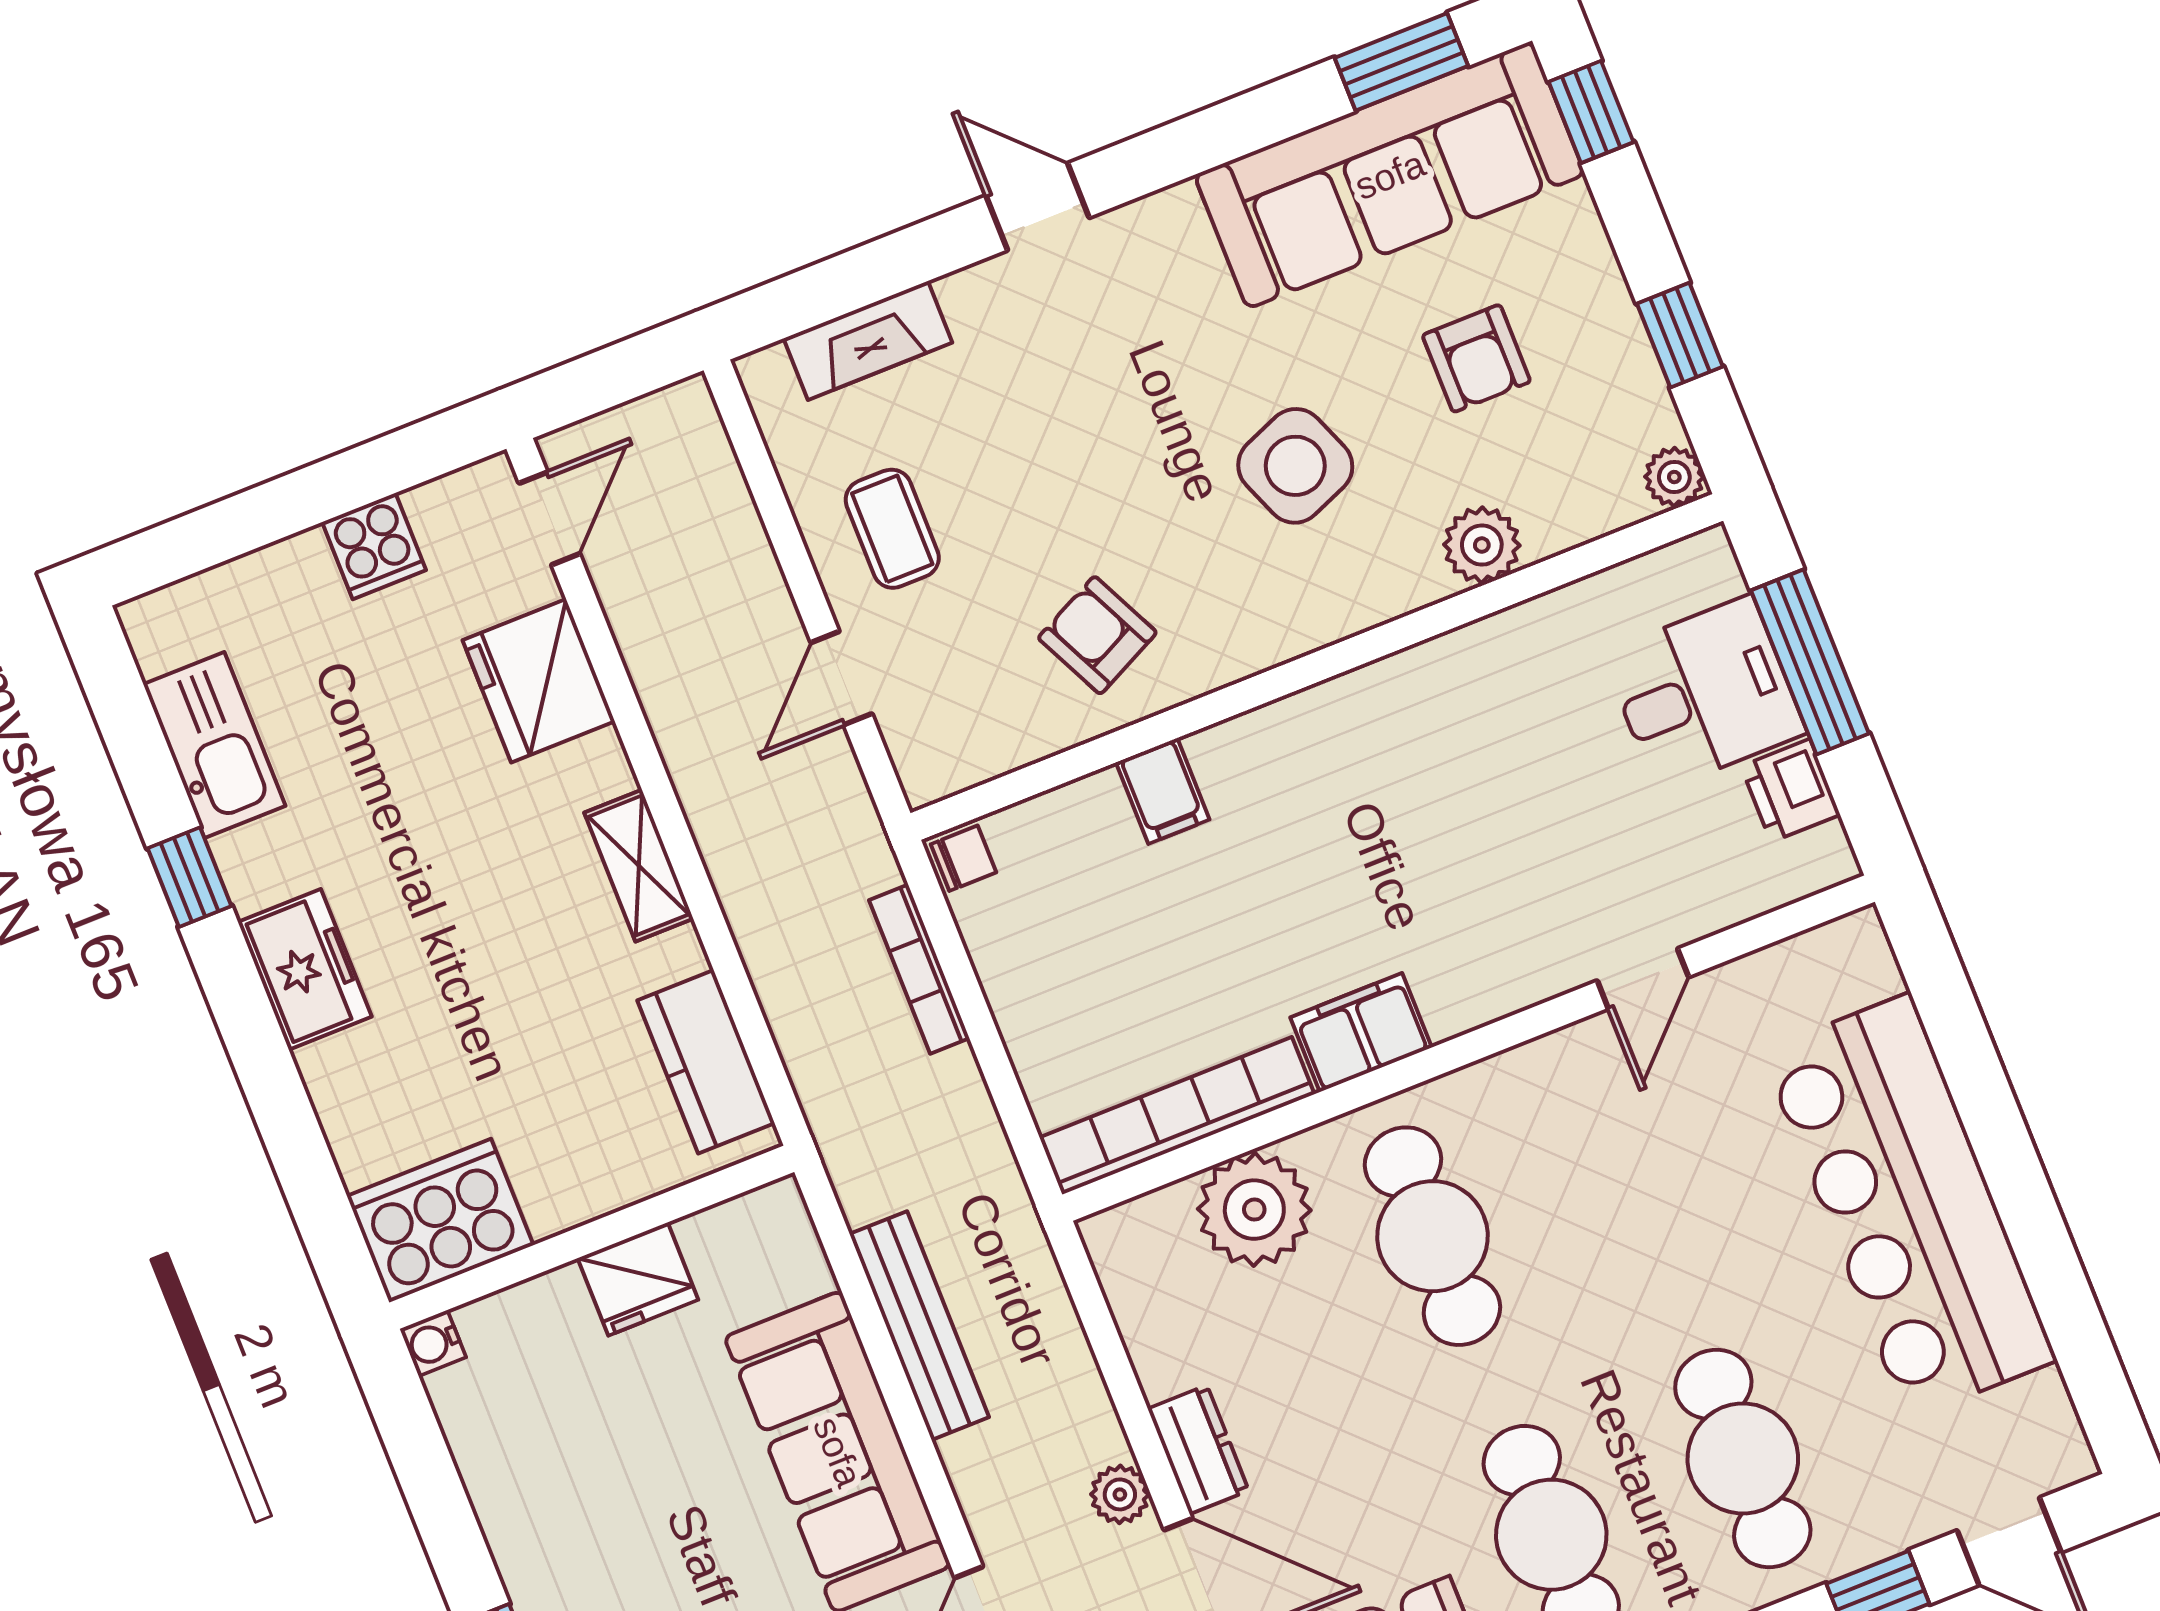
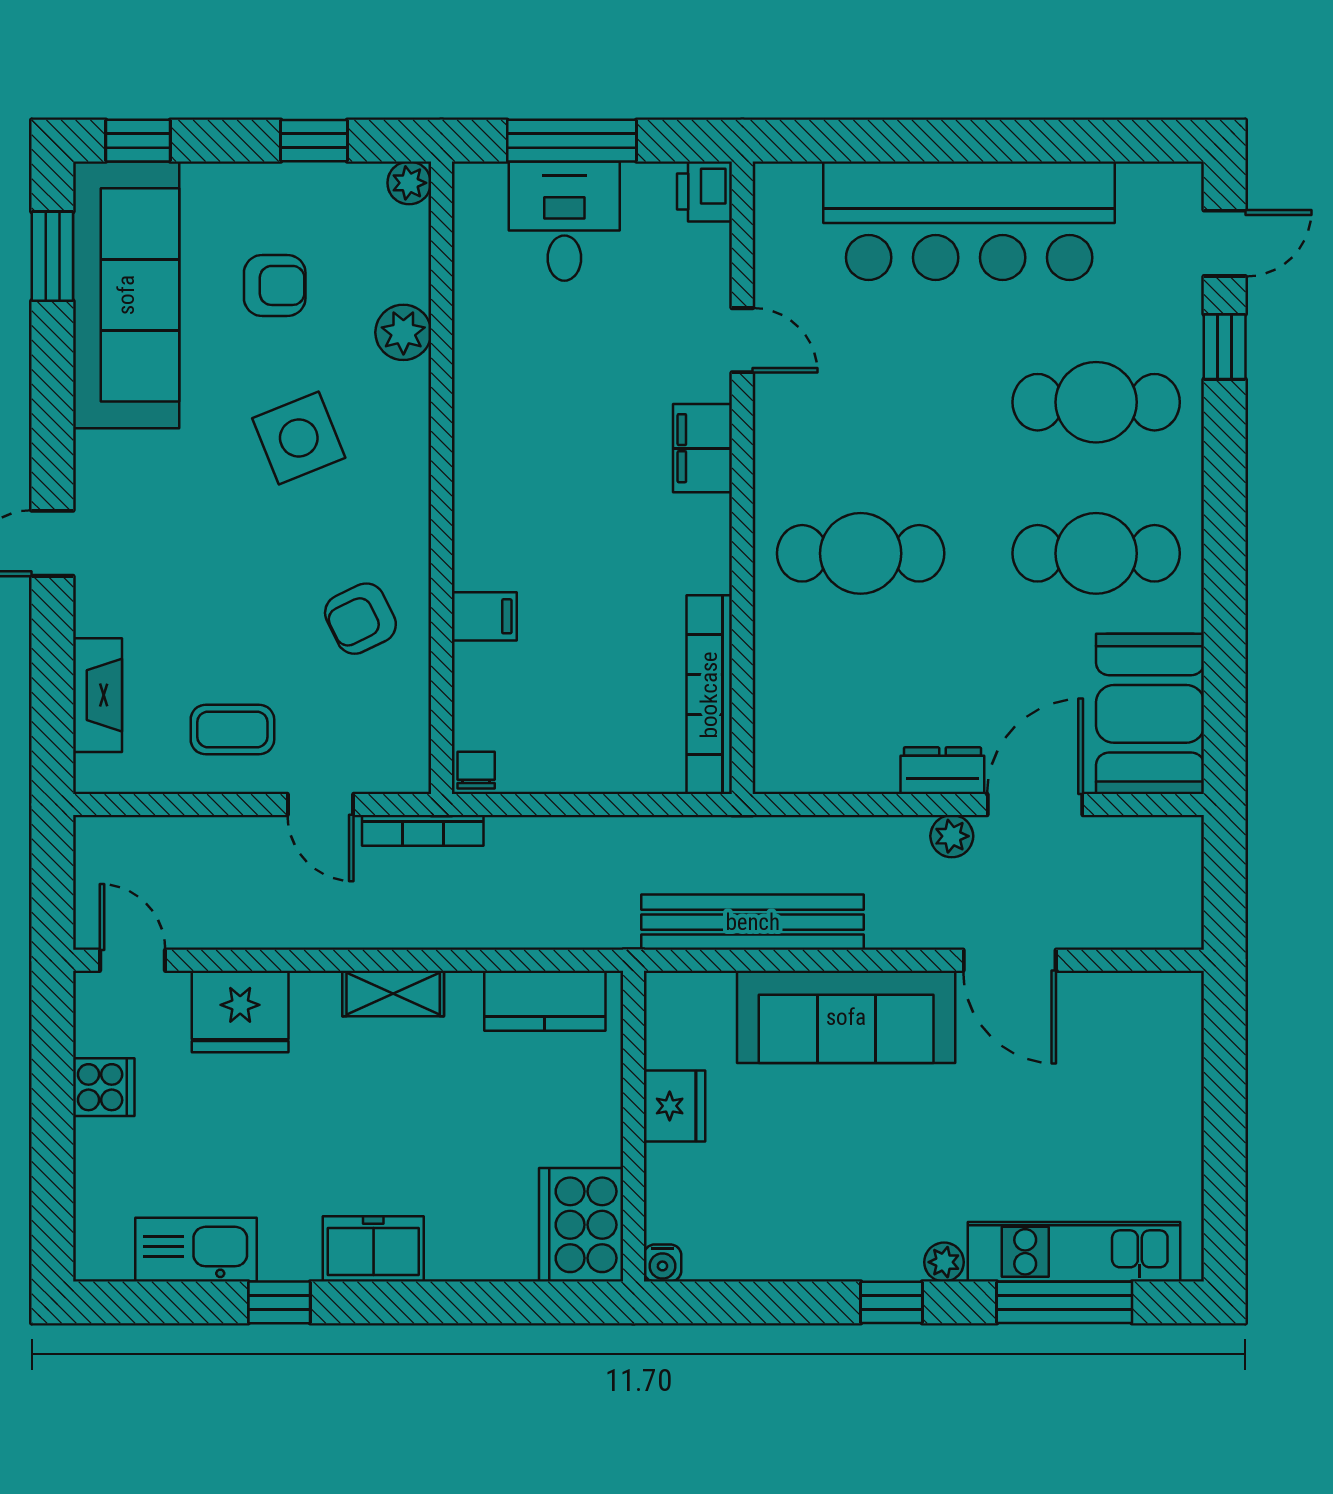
printer: (1790, 790) -> (705, 192), moved, turned 90
bookcase: (919, 969) -> (423, 830), moved
filing cabinet: (1361, 1032) -> (702, 448), moved
plant: (1254, 1210) -> (794, 667), removed
bench: (919, 1326) -> (753, 922), width x1.37, depth x1.21

